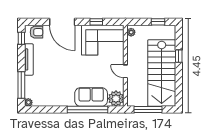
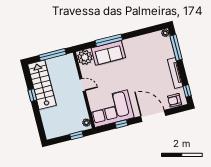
window: (158, 22) -> (76, 135), moved
window: (179, 56) -> (32, 95), moved
stairs: (162, 73) -> (42, 85), width x0.73, depth x0.66
window: (87, 110) -> (109, 40), width x0.68

